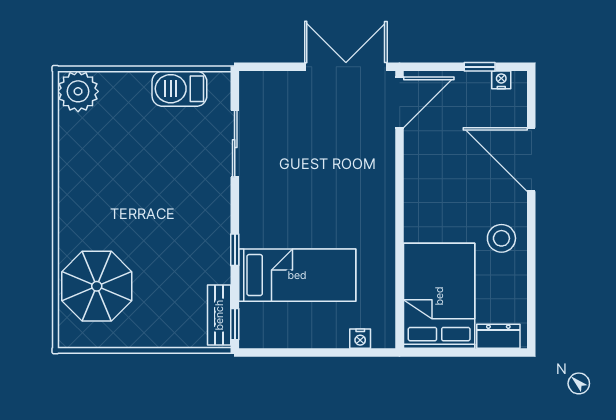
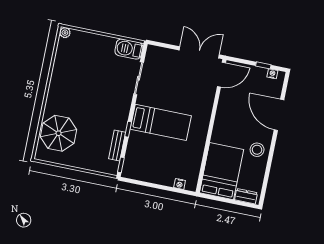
barbecue: (179, 89) -> (129, 49), moved
plant: (78, 91) -> (65, 33), width x0.53, depth x0.53
bed: (297, 275) -> (161, 122), moved
bench: (219, 315) -> (117, 145), moved

